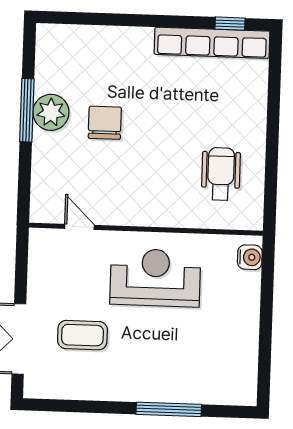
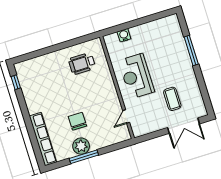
row of seats: (212, 43) -> (43, 139), moved
chair: (105, 123) -> (77, 121), turned 90
water cooler: (250, 257) -> (124, 35), moved

